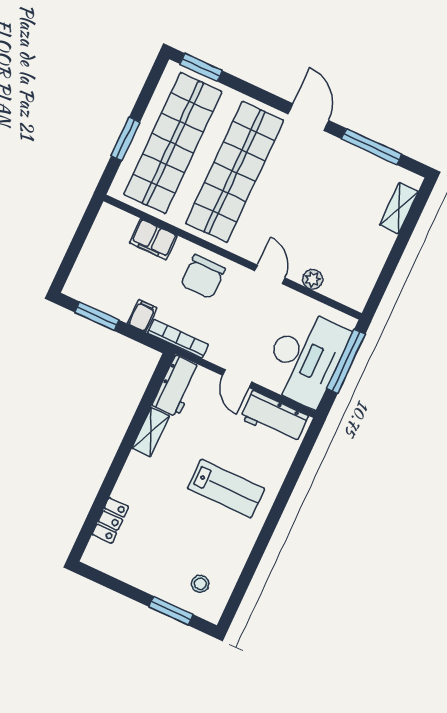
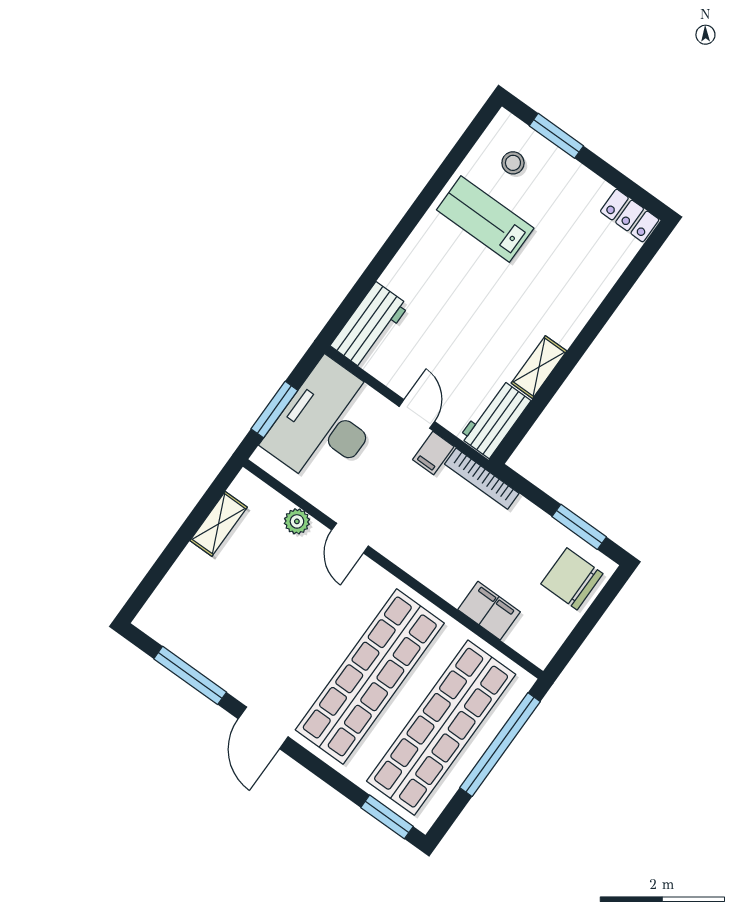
window: (126, 139) -> (500, 745), width x2.11
shelving: (399, 208) -> (219, 524), moved
chair: (203, 277) -> (572, 579), moved, turned -90
filing cabinet: (142, 316) -> (433, 453), moved
window: (346, 361) -> (274, 410), width x0.69
workbench: (274, 417) -> (370, 326), moved, turned 90
lab bench: (226, 489) -> (485, 219), moved
locker: (110, 521) -> (630, 215), moved, turned -90

